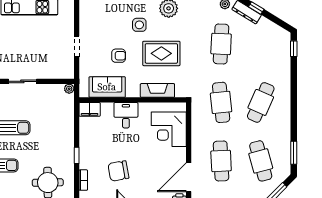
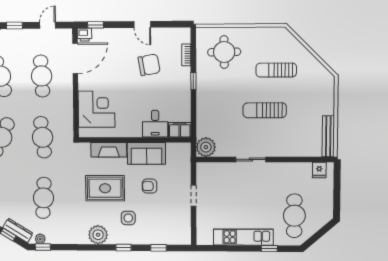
sofa: (107, 87) -> (146, 153), moved
plant: (69, 89) -> (206, 147), width x1.88, depth x1.88
desk: (126, 115) -> (155, 124), moved

